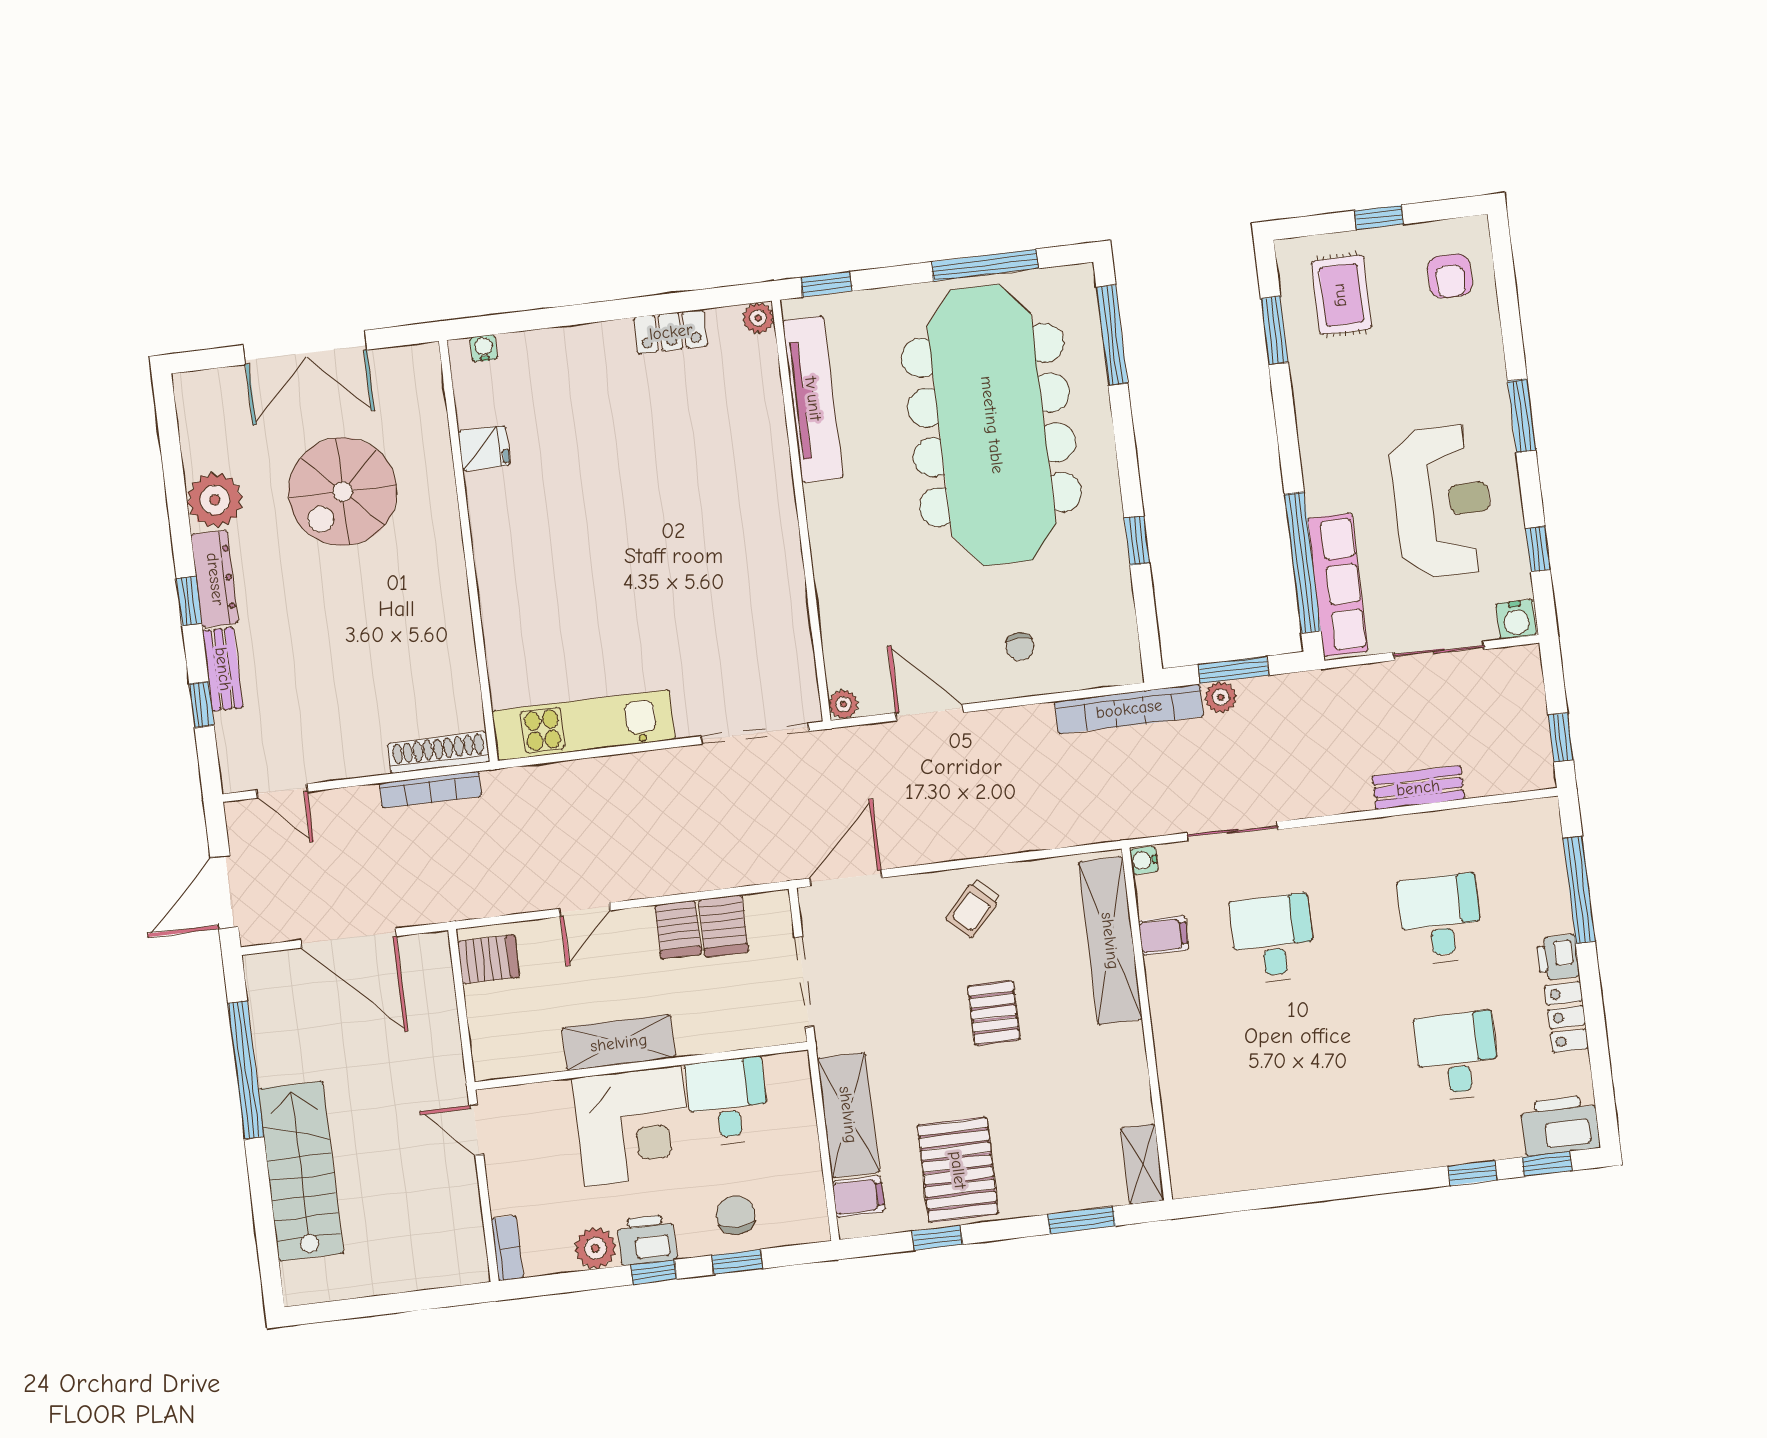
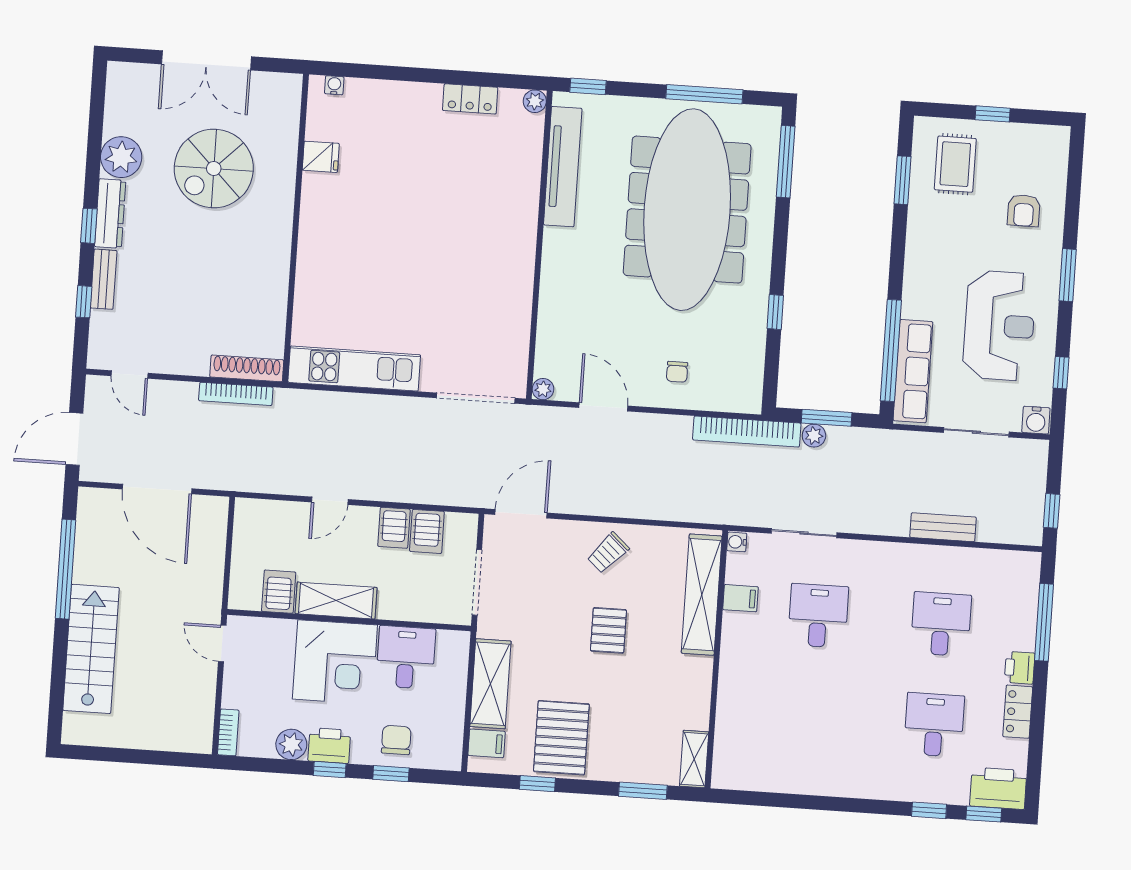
armchair: (1450, 276) -> (1024, 211), moved
server rack: (488, 959) -> (279, 592), moved, turned -90

